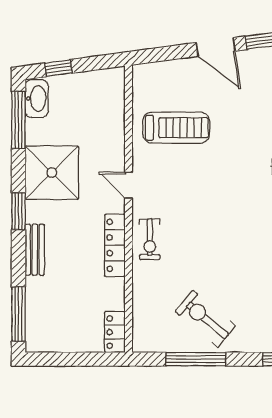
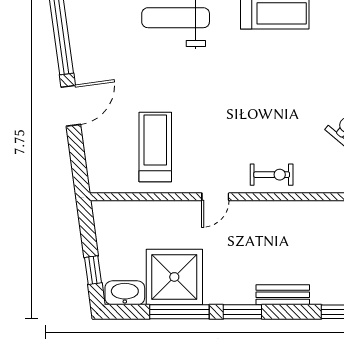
window: (18, 120) -> (179, 312), moved
shower: (52, 173) -> (174, 277), moved
locker: (115, 245) -> (278, 211), removed

